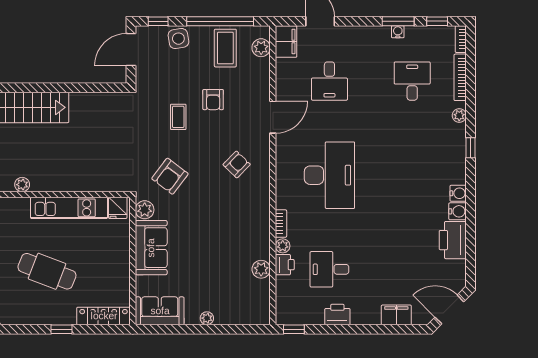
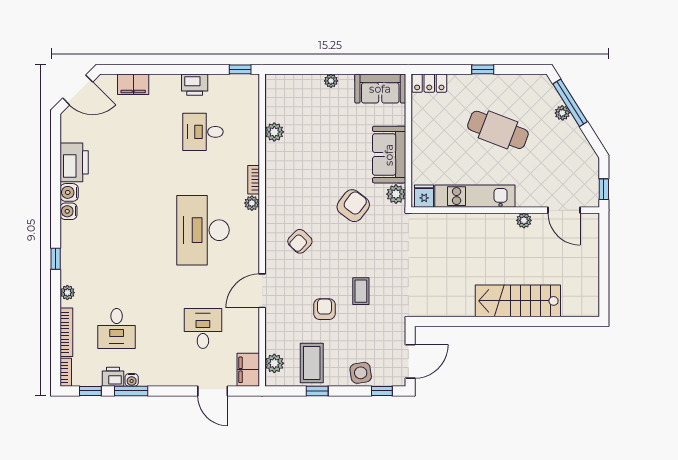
window: (220, 21) -> (317, 391), width x0.32
armchair: (170, 176) -> (353, 206), moved
plant: (283, 246) -> (252, 203), moved
printer: (285, 265) -> (113, 377), moved, turned 90
desk: (329, 269) -> (203, 132), turned 180
locker: (104, 316) -> (429, 83), width x0.66

